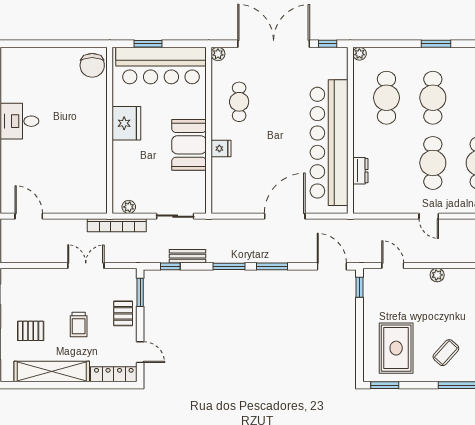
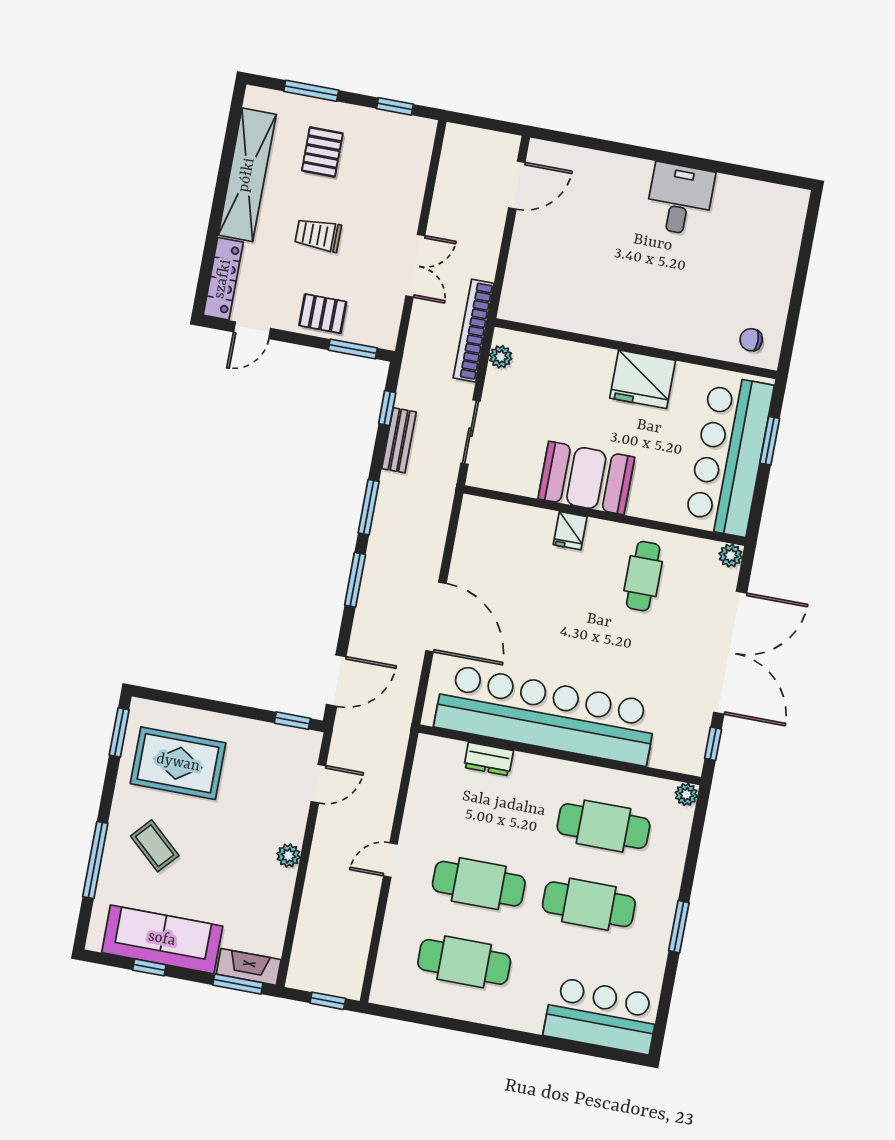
chair: (92, 65) -> (751, 340), width x0.54, depth x0.54
cafe table: (239, 102) -> (643, 576), turned 90

